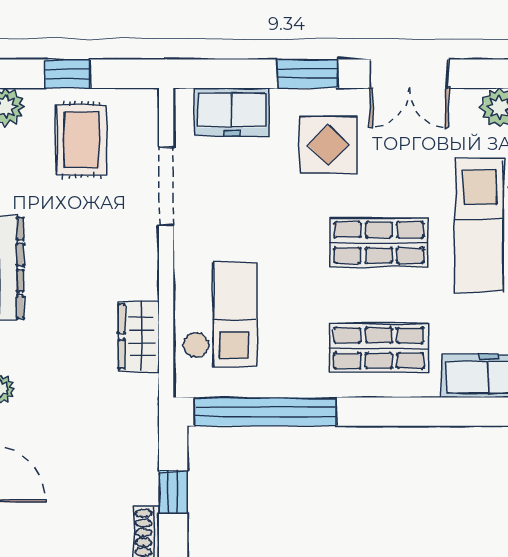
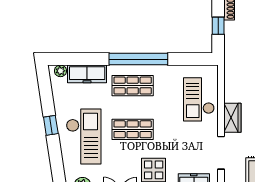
wardrobe: (139, 336) -> (232, 118), moved
window: (265, 412) -> (138, 59), moved

